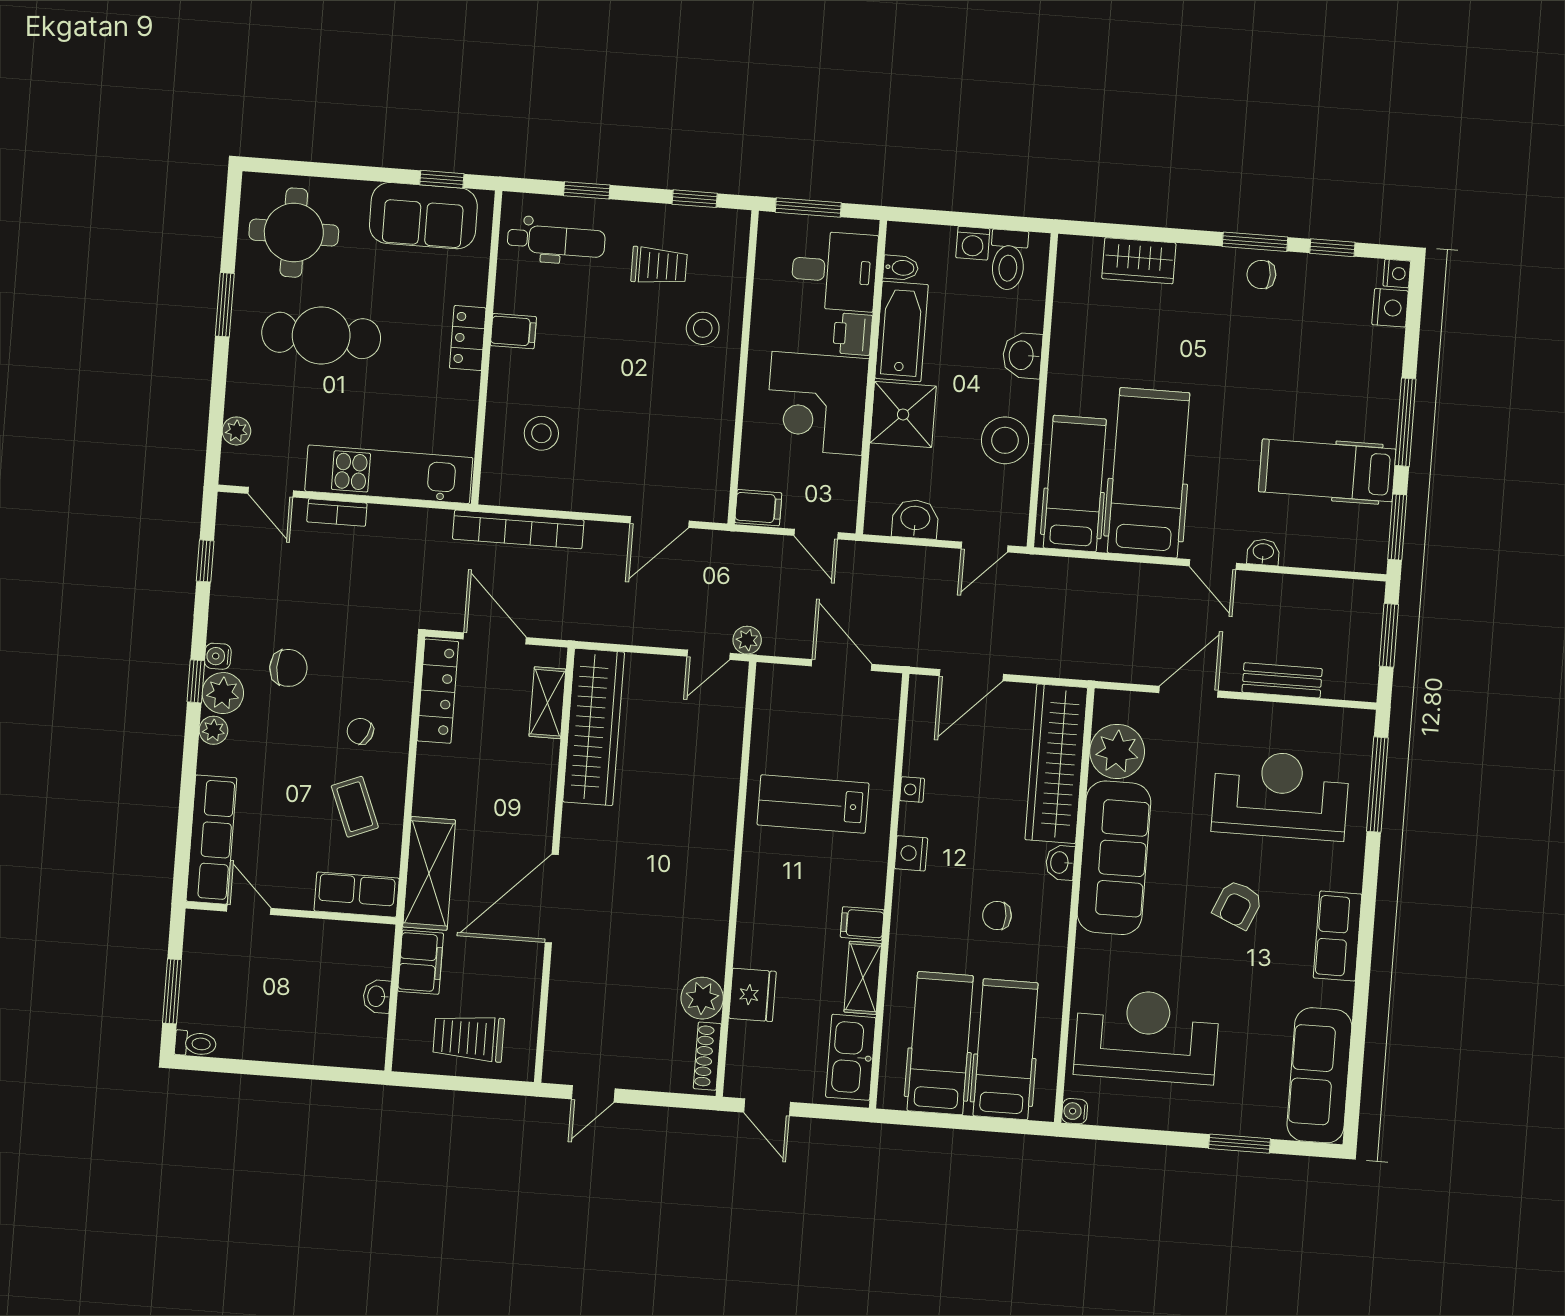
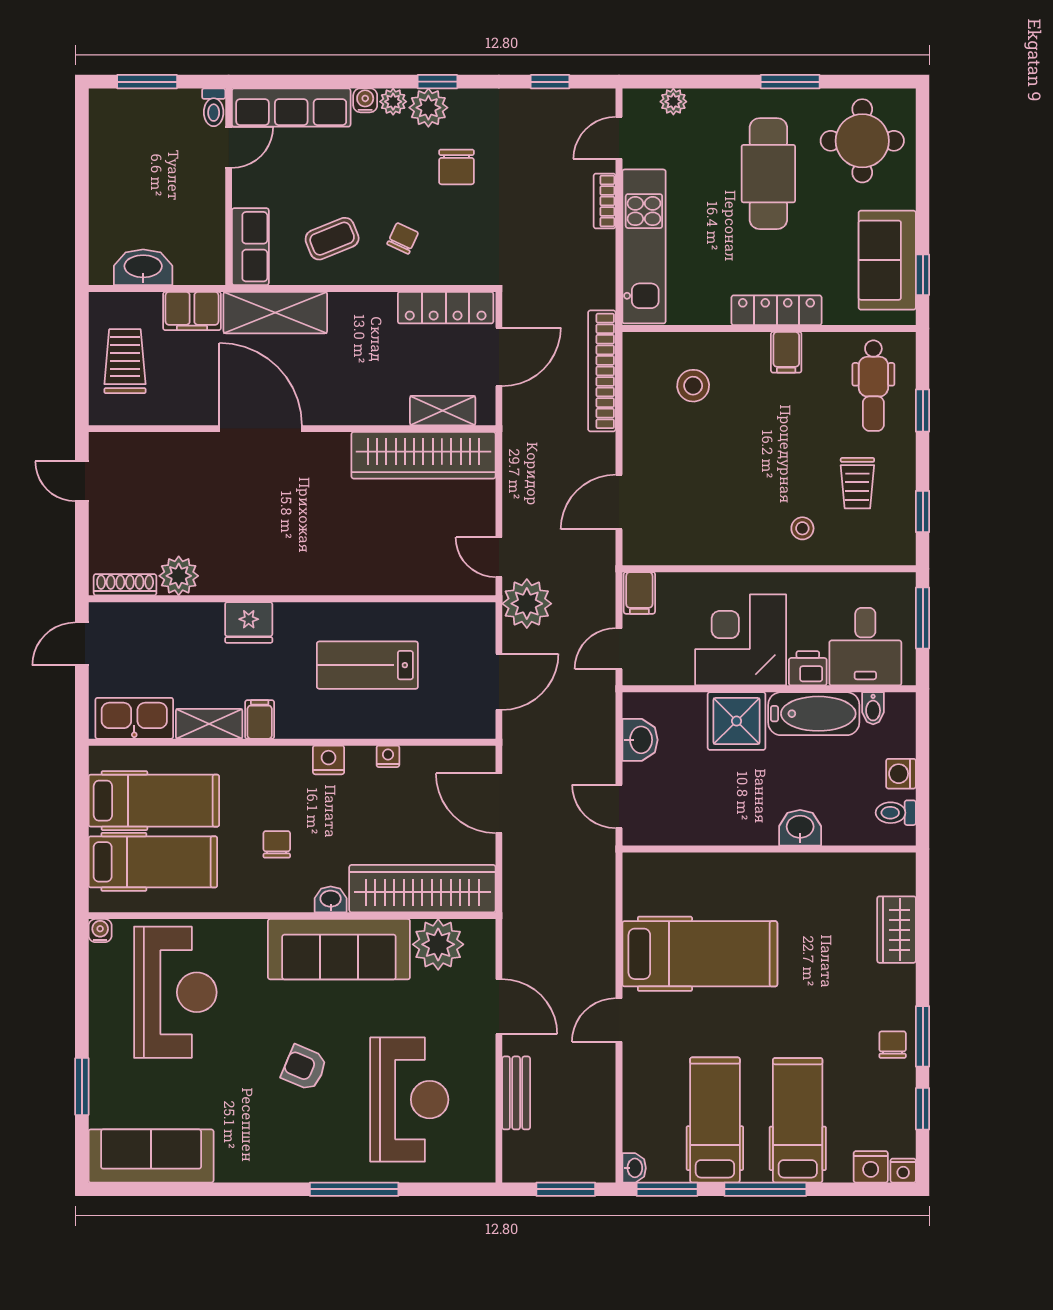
toilet: (1008, 260) -> (896, 813), width x0.73, depth x0.72
stool: (703, 328) -> (802, 528), width x0.73, depth x0.73
locker: (468, 338) -> (777, 310), width x1.53
stool: (1005, 440) -> (720, 818), removed
hospital bed: (1075, 484) -> (798, 1120), moved, turned -90
door: (660, 522) -> (619, 502), hinge flipped
washbasin: (1263, 552) -> (634, 1168), moved
plant: (747, 640) -> (527, 604), width x1.88, depth x1.88
water cooler: (218, 656) -> (365, 100), moved
window: (1377, 785) -> (354, 1189), moved
lab bench: (813, 804) -> (367, 665), turned -90
row of seats: (1338, 936) -> (282, 1163), removed
fridge: (753, 995) -> (249, 622), moved
washbasin: (377, 996) -> (143, 267), width x1.91, depth x1.45
toilet: (195, 1044) -> (214, 107), moved

